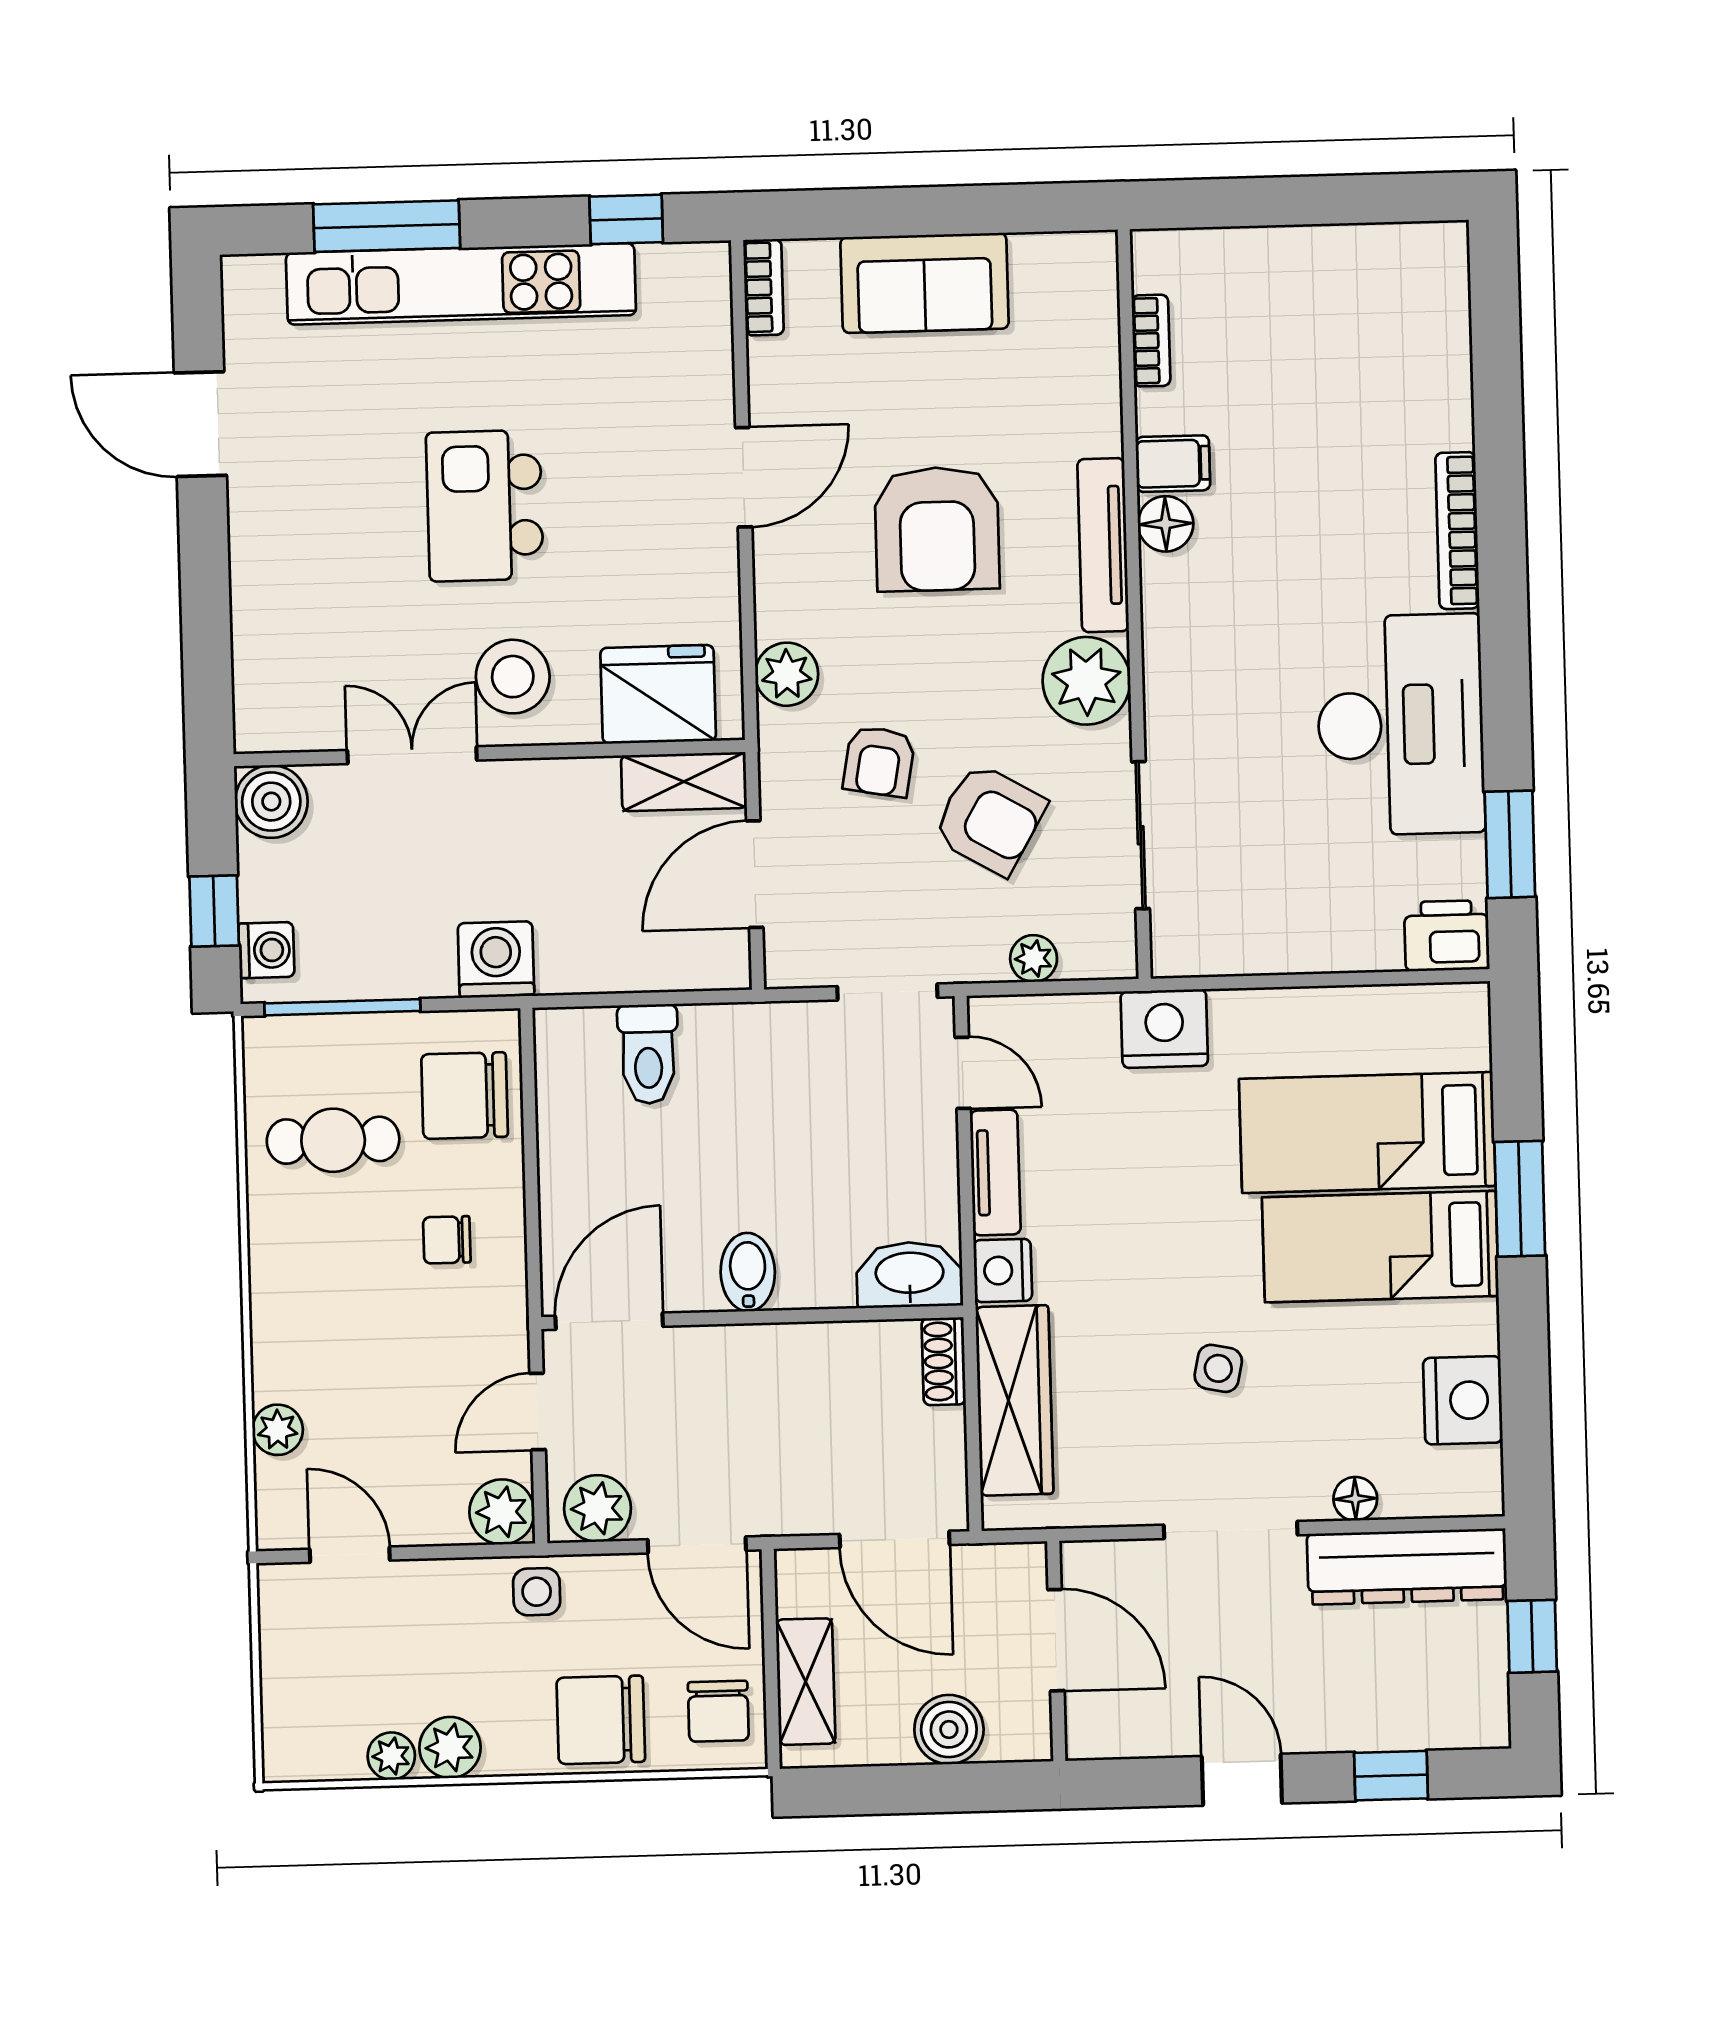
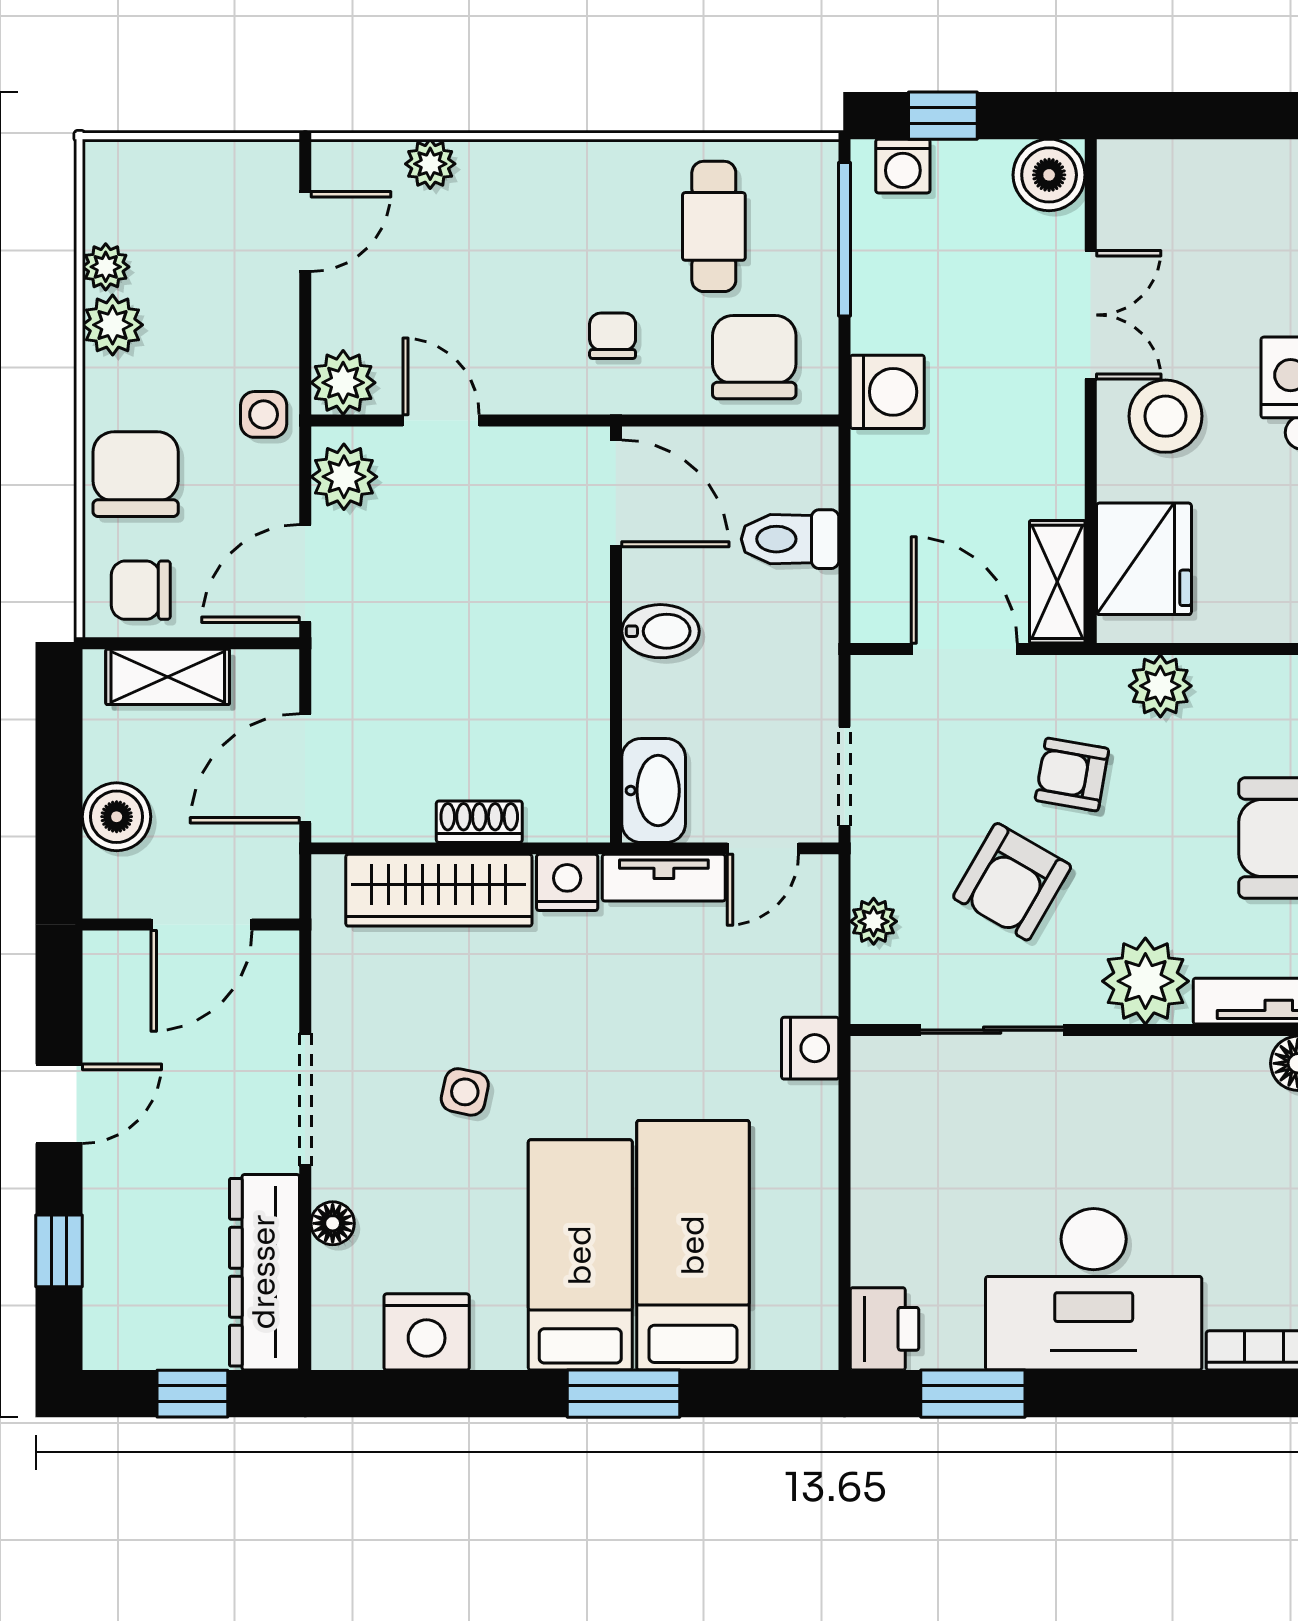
nightstand: (1164, 1029) -> (810, 1048), width x0.74, depth x0.75
bidet: (748, 1272) -> (660, 631), moved
washbasin: (910, 1275) -> (654, 790), moved
wall: (752, 1317) -> (616, 634), moved
door: (609, 1321) -> (616, 493), moved

